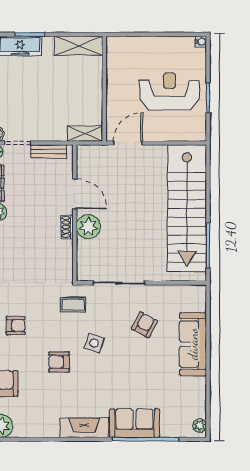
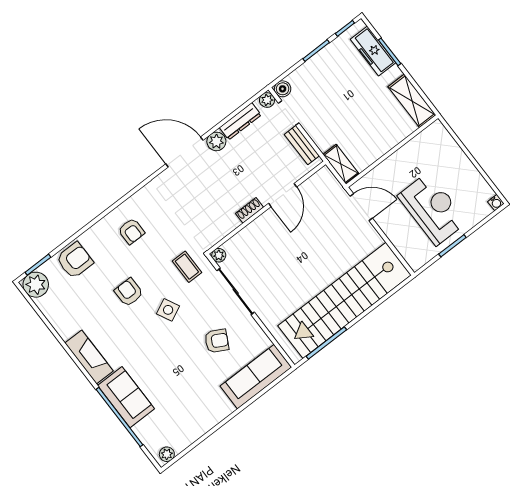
plant: (88, 227) -> (219, 255), moved, width x0.53, depth x0.53
side table: (94, 343) -> (168, 310), turned 45
sofa: (193, 344) -> (256, 377), moved

